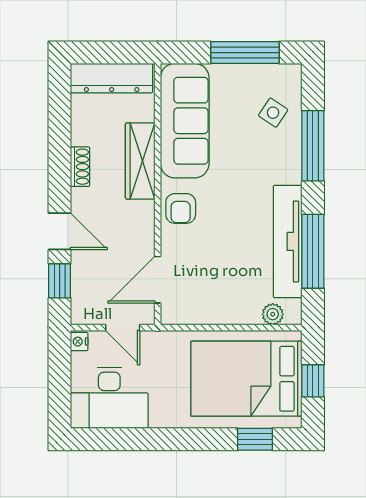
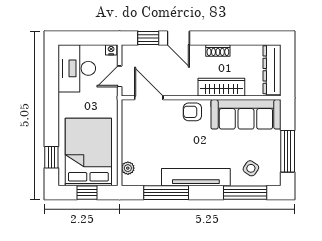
window: (313, 146) -> (245, 193), moved
door: (60, 231) -> (178, 38), hinge flipped
tv unit: (288, 241) -> (196, 177), moved

